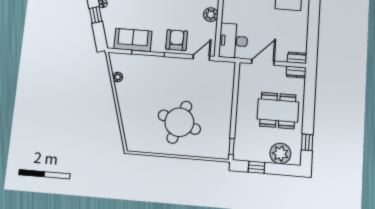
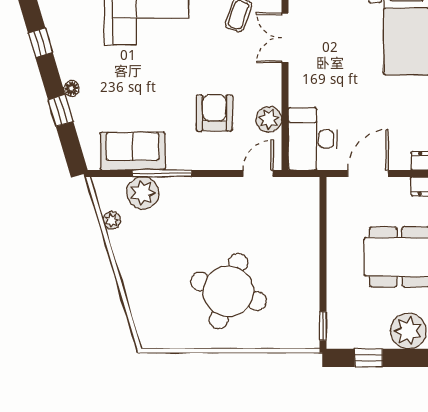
plant: (211, 15) -> (269, 119), moved
armchair: (177, 40) -> (214, 113), moved
plant: (136, 63) -> (143, 193), added

